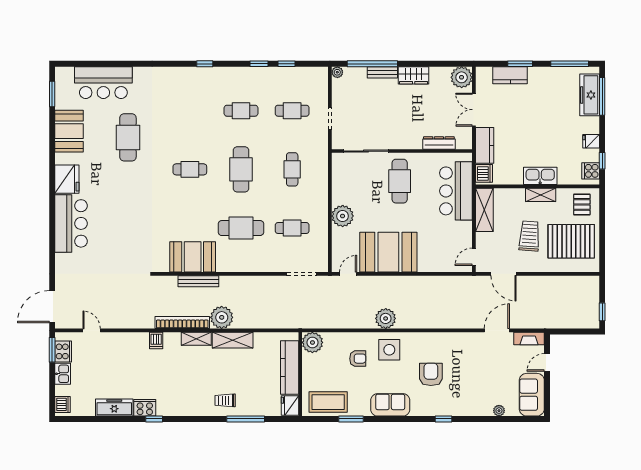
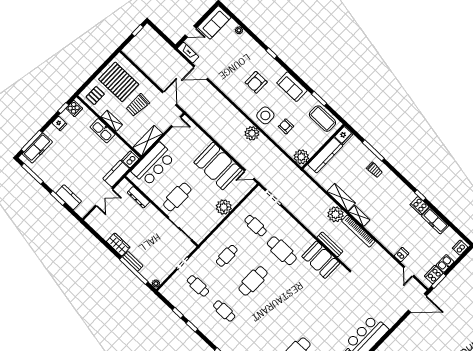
plant: (462, 77) -> (95, 220), removed
cafe table: (190, 169) -> (279, 306), removed
dishwasher: (156, 340) -> (401, 255), moved

